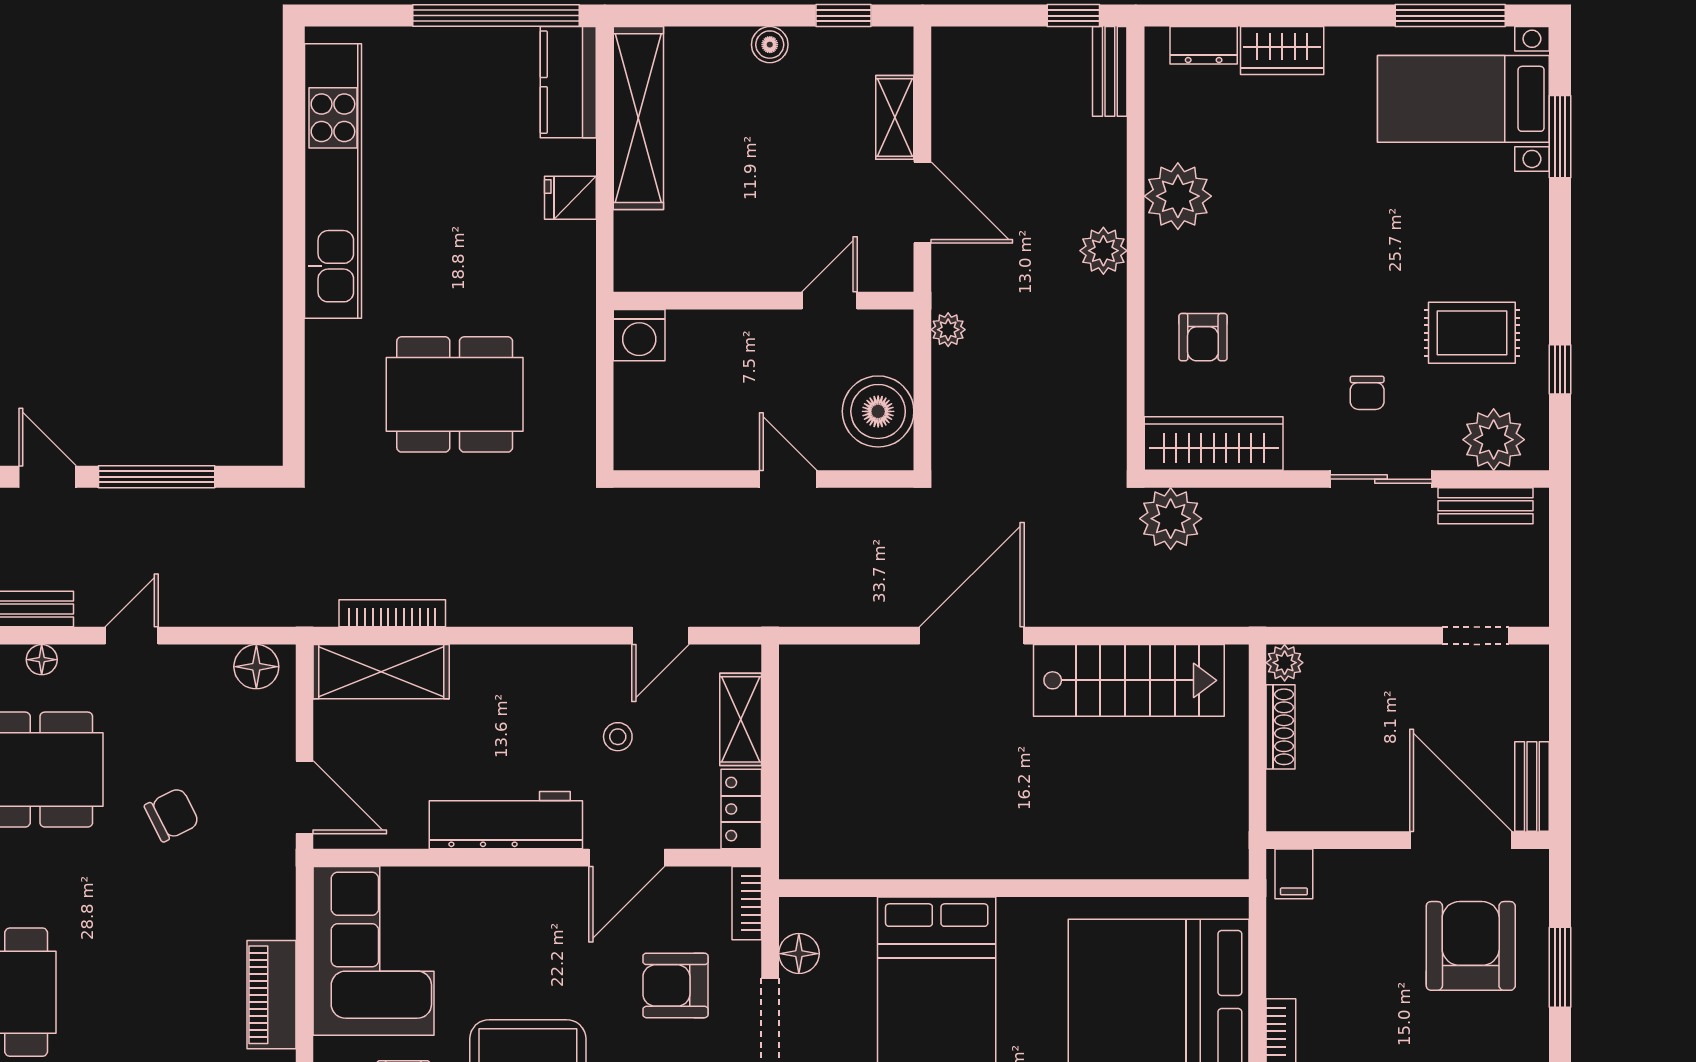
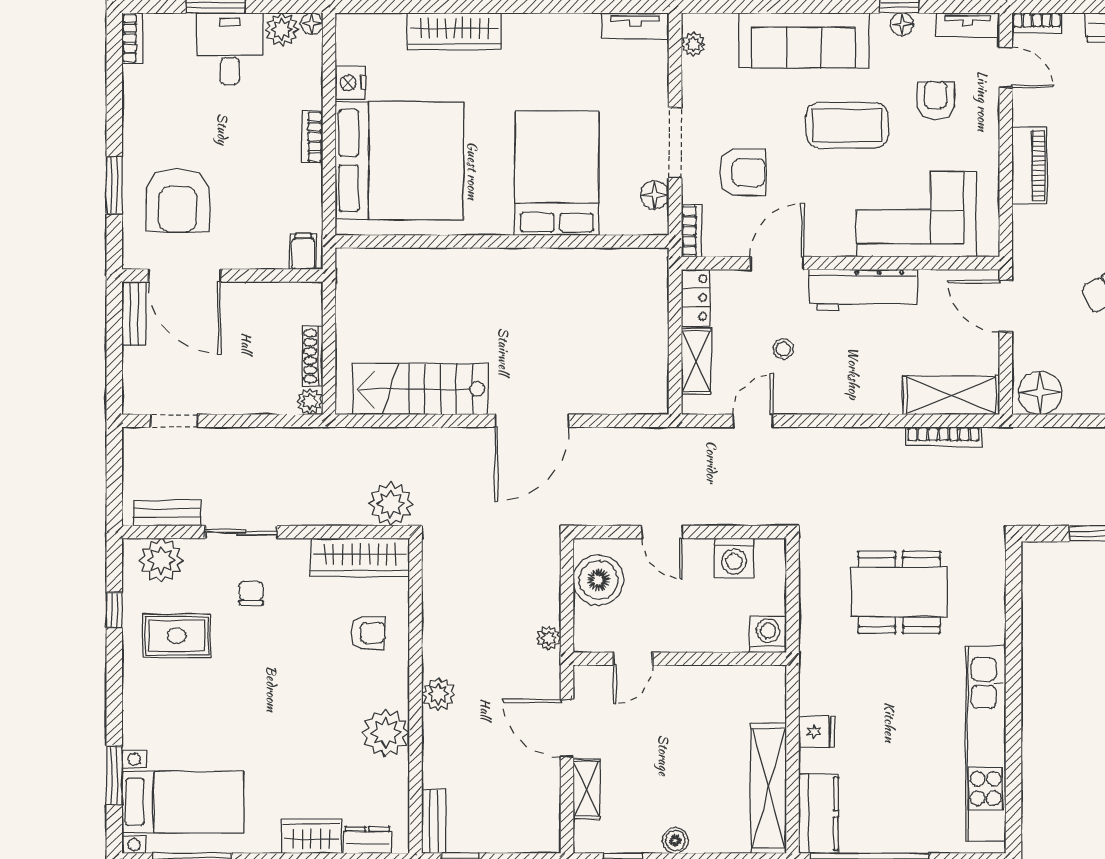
armchair: (1203, 337) -> (368, 633), turned 90
washing machine: (687, 443) -> (734, 558), added
floor lamp: (256, 667) -> (1040, 393), width x1.38, depth x1.38
corner sofa: (374, 951) -> (916, 214), moved, turned 90

